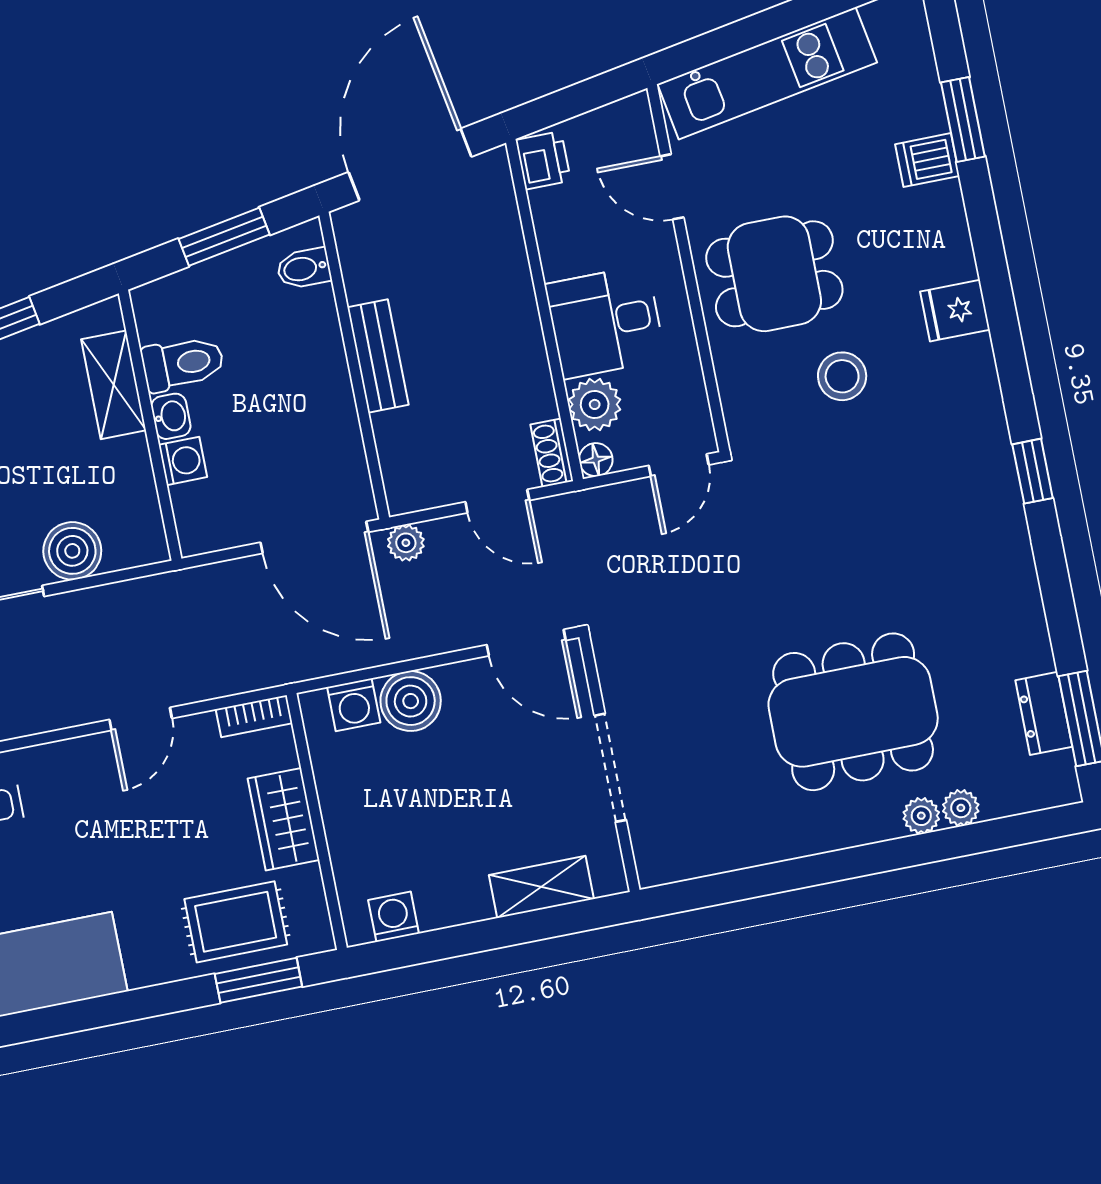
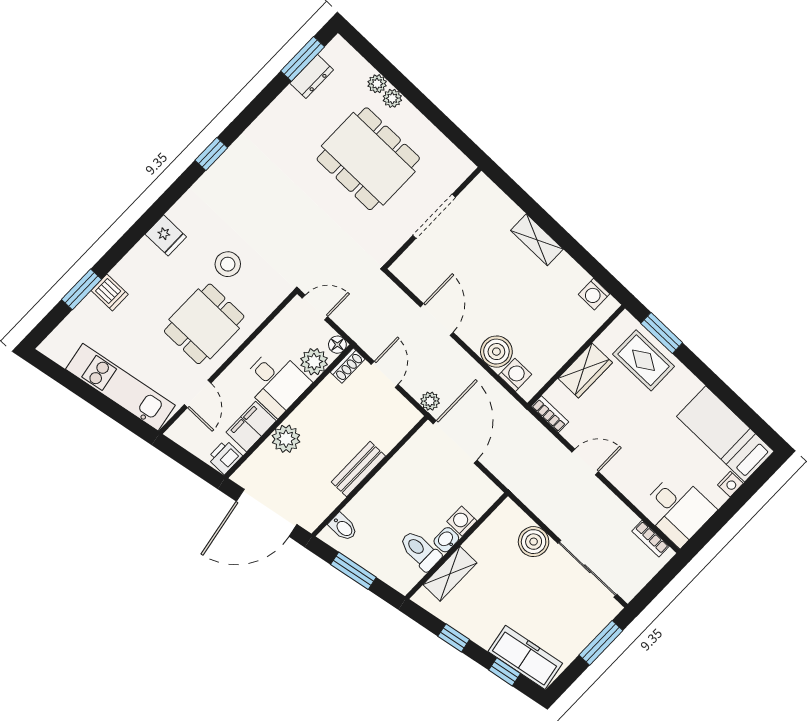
filing cabinet: (562, 235) -> (251, 427), added
dining table: (774, 274) -> (204, 324), turned 90
plant: (505, 276) -> (286, 439), added
wall: (609, 764) -> (433, 218), moved
doorway: (610, 768) -> (434, 216), moved

